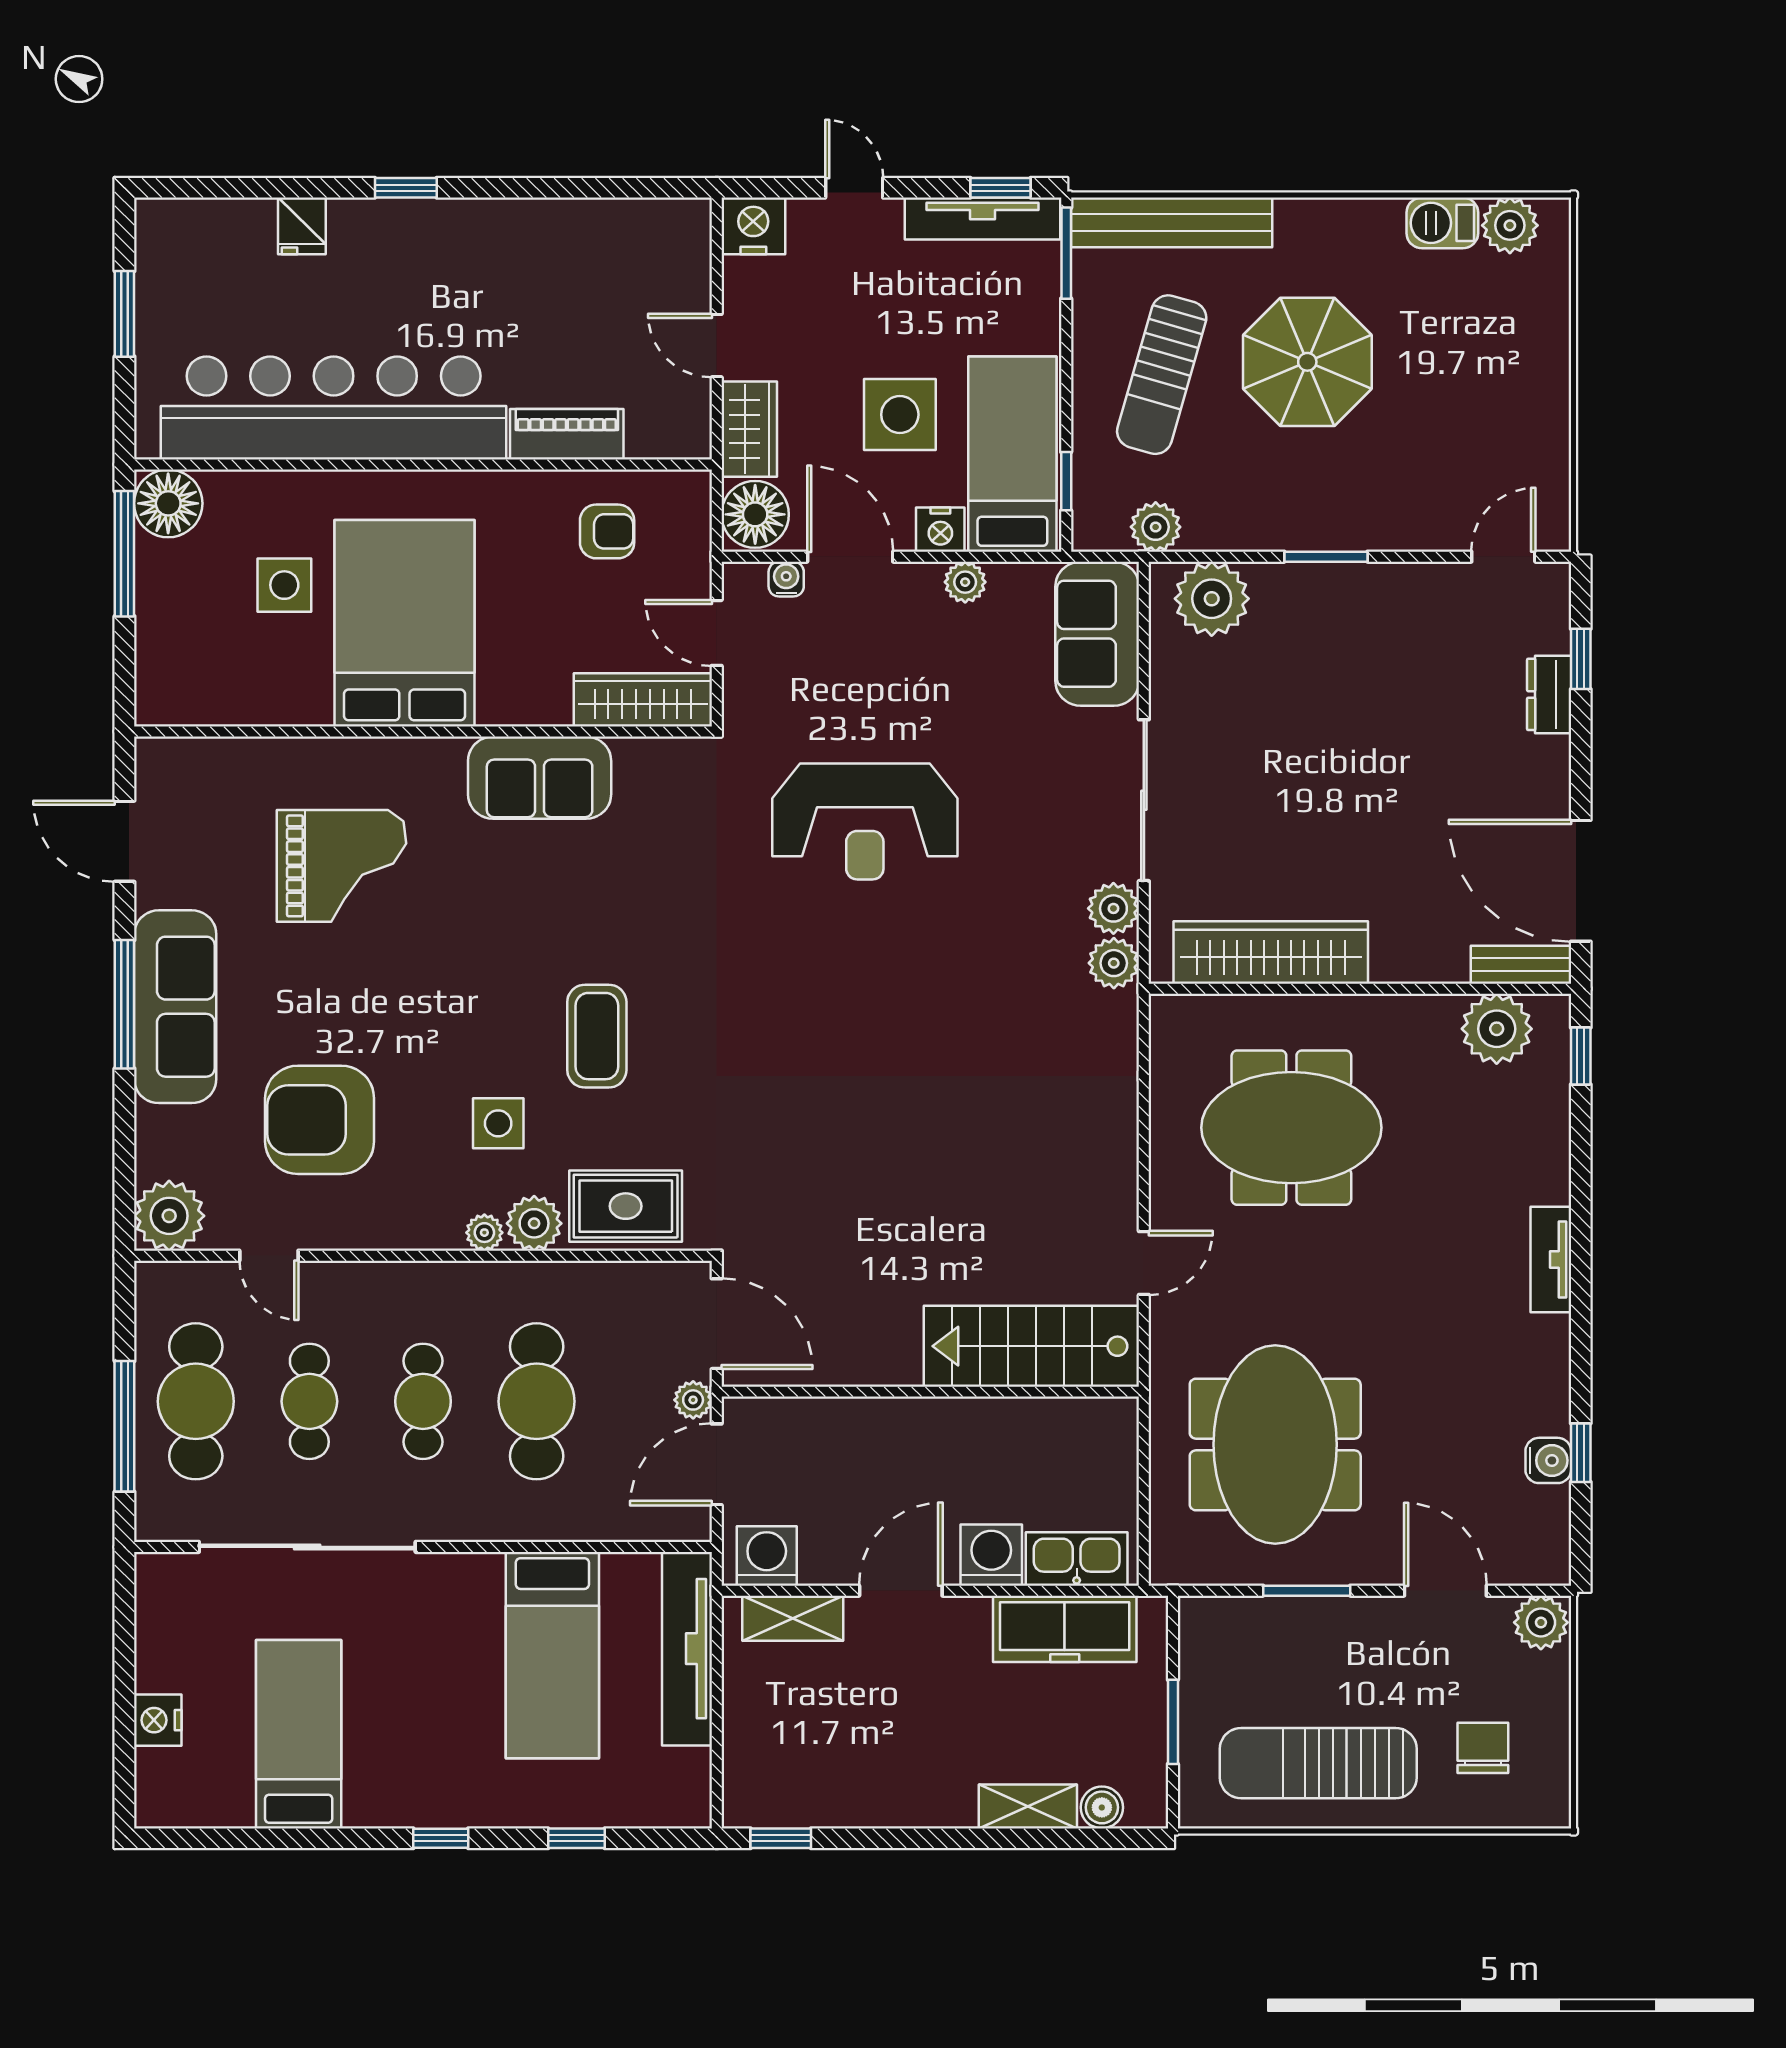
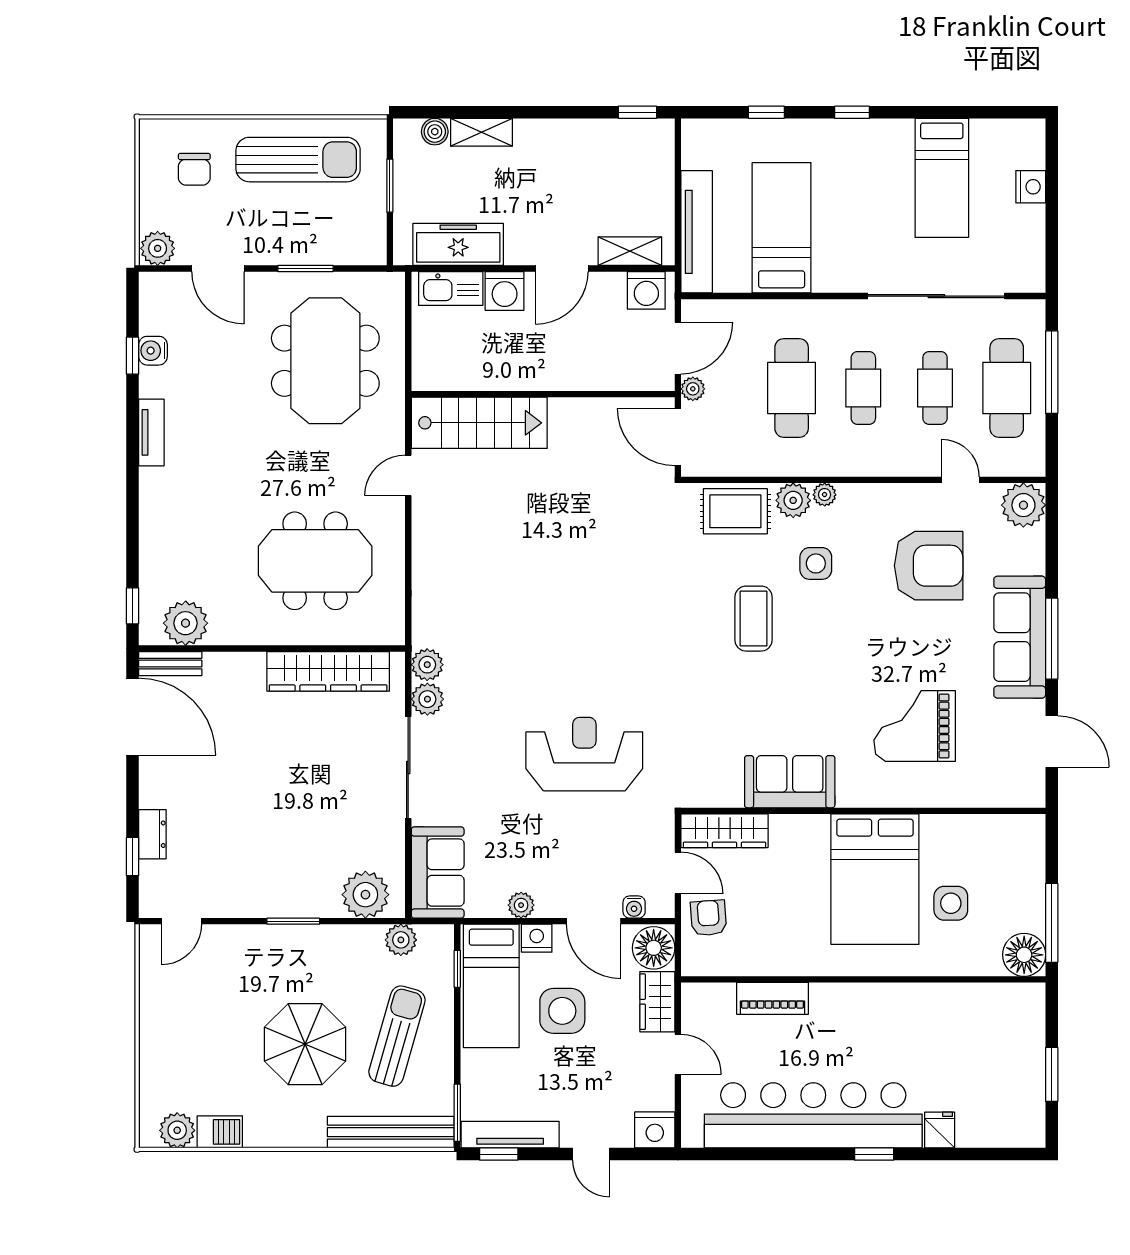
bar counter: (334, 408) -> (813, 1115), moved, turned 180
armchair: (607, 531) -> (708, 918), moved, turned 86
tv unit: (1551, 1259) -> (151, 432), moved

